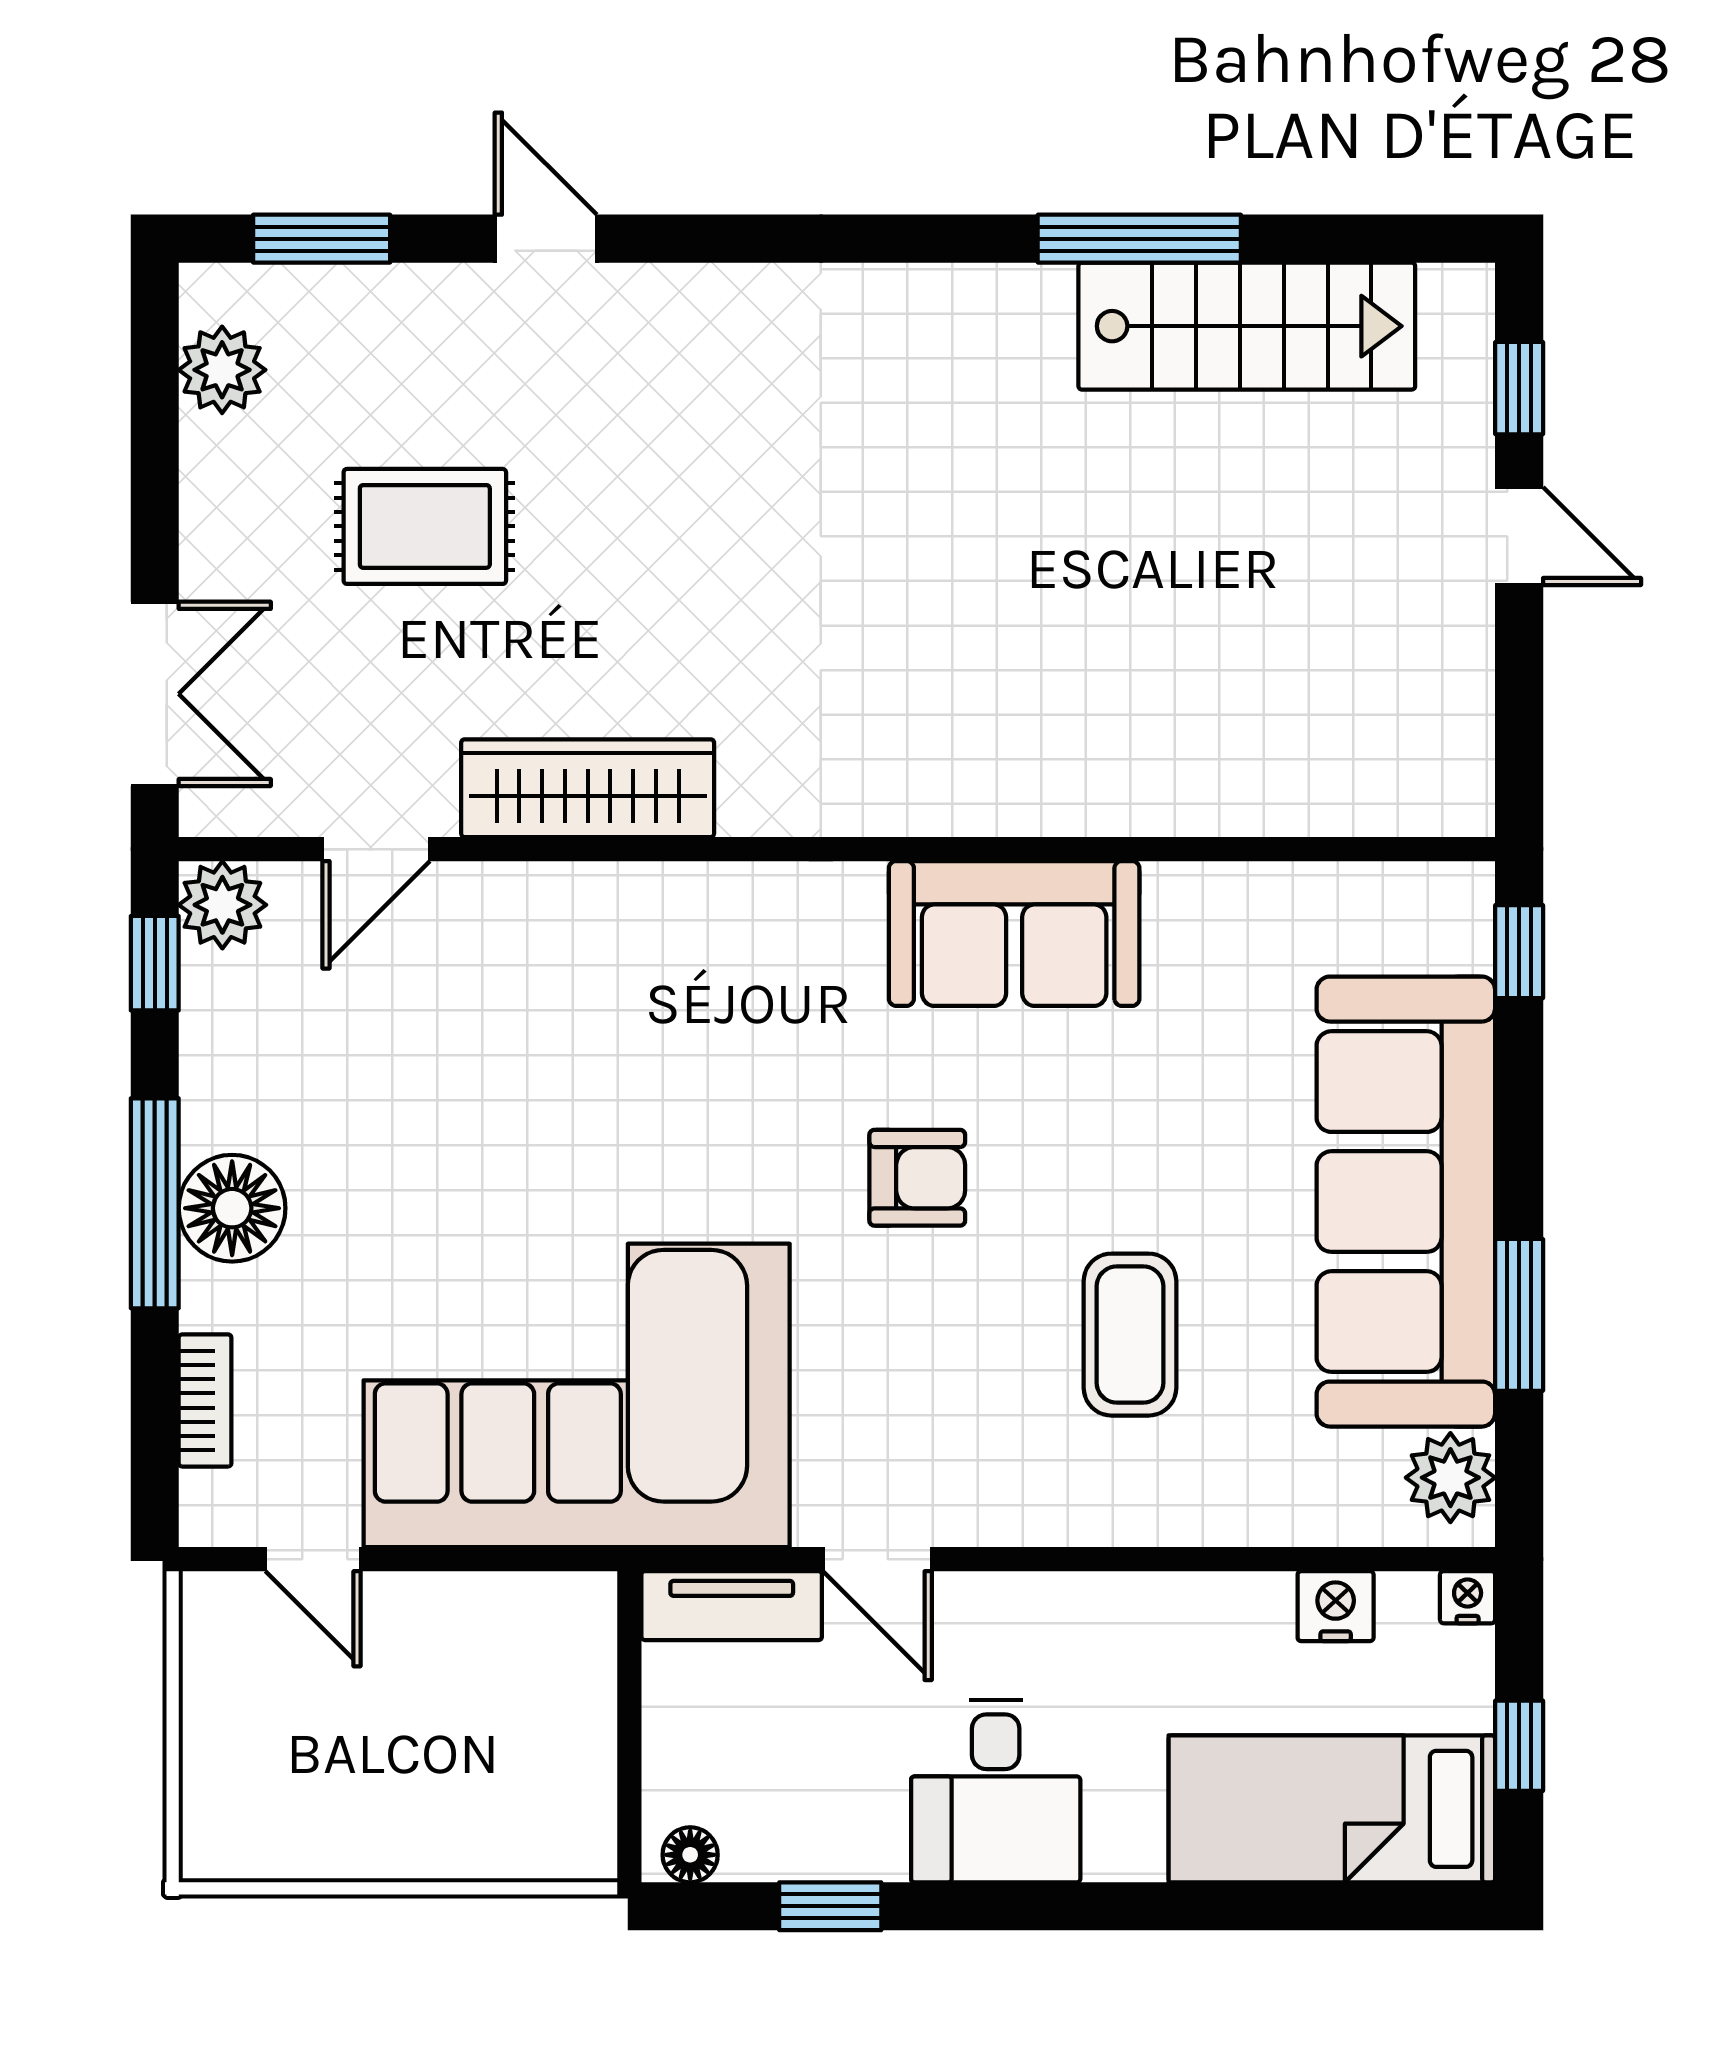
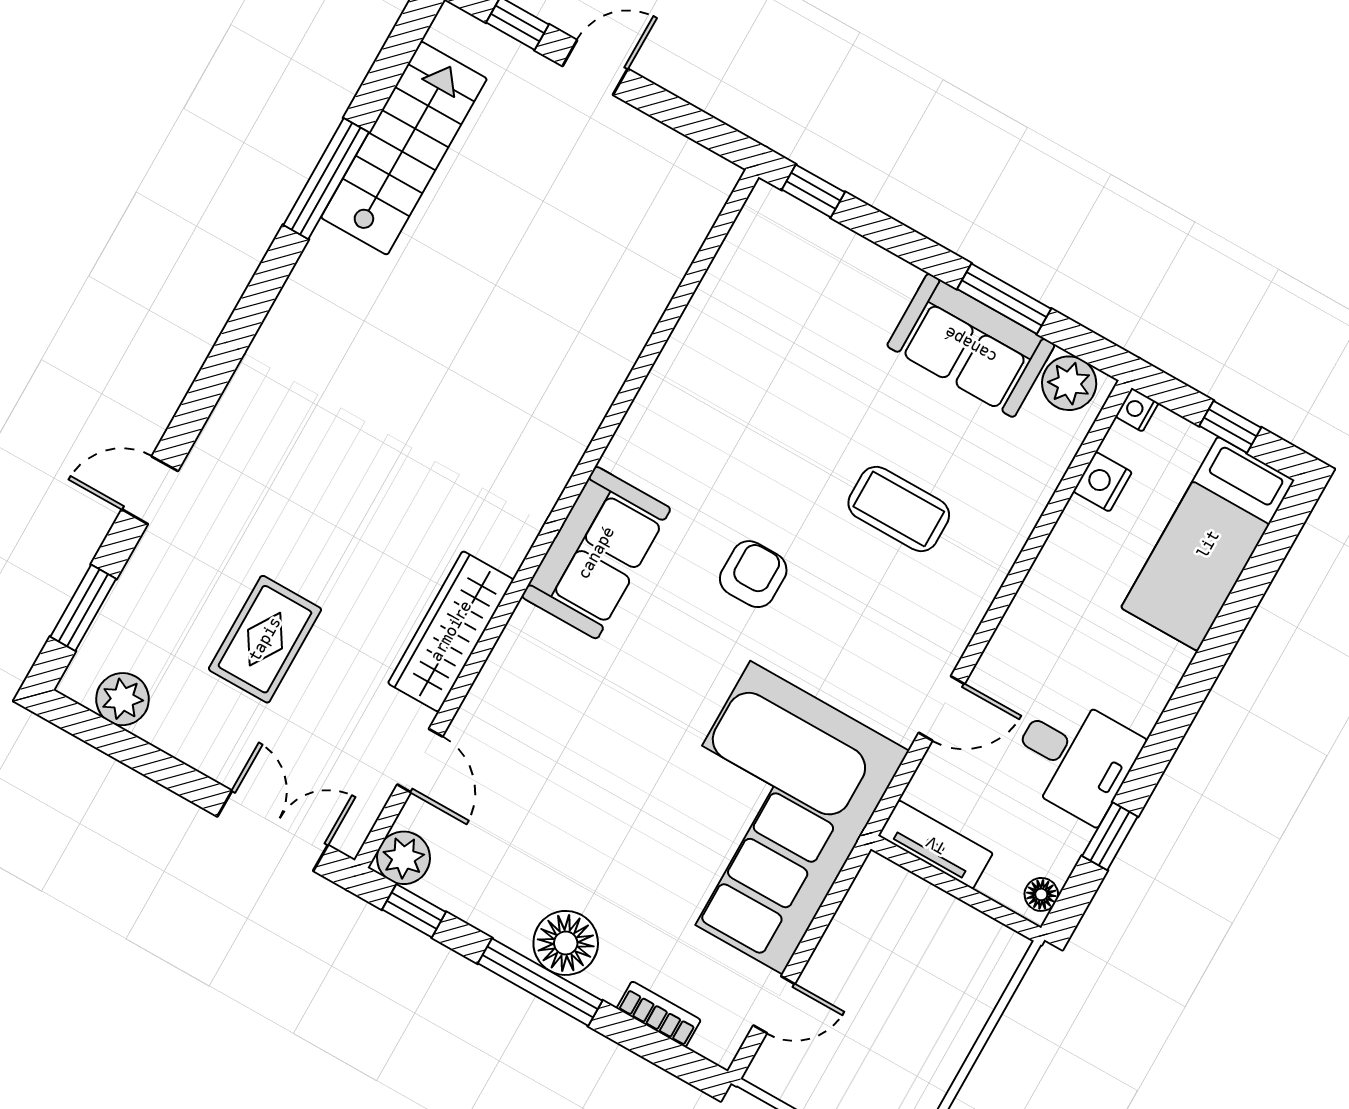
sofa: (1014, 933) -> (596, 553), moved
sofa: (1406, 1202) -> (971, 345), width x0.54, depth x0.79
tv unit: (732, 1606) -> (936, 845), moved, turned -90
desk: (996, 1791) -> (1075, 757), moved

